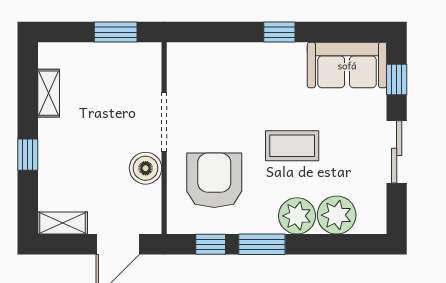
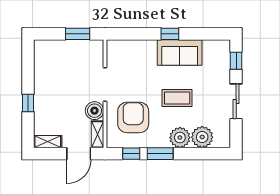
sofa: (347, 65) -> (180, 52), moved
shelving: (49, 93) -> (97, 134), moved

